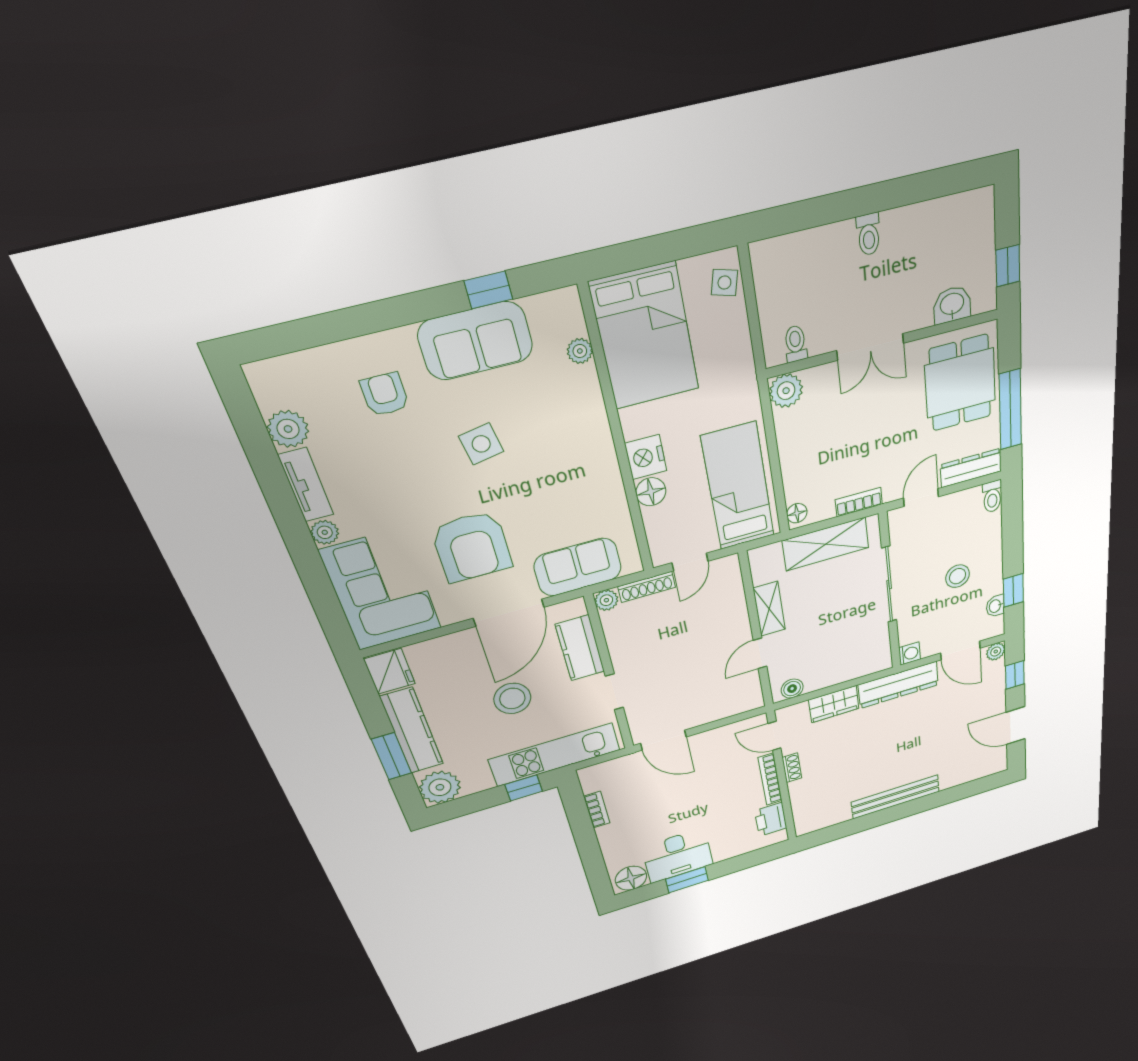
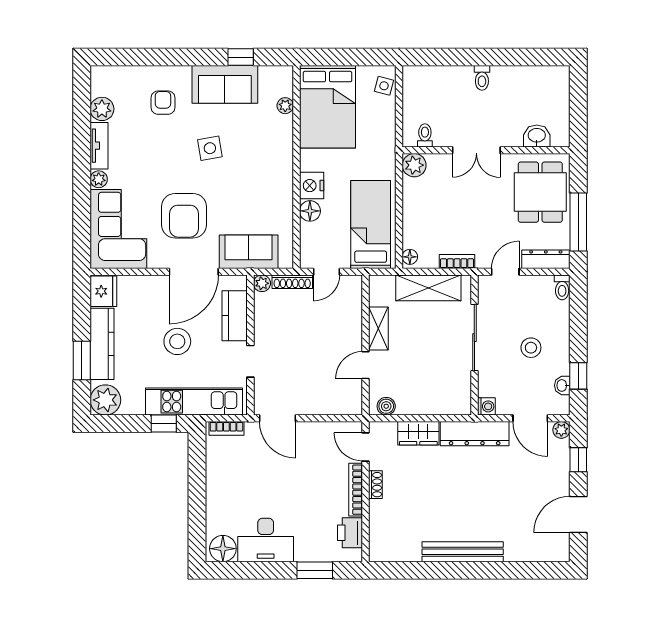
window: (1008, 266) -> (578, 119), removed
door: (1016, 726) -> (578, 514), hinge flipped
bookcase: (597, 810) -> (226, 428), moved, turned 90
window: (687, 880) -> (315, 570), moved

